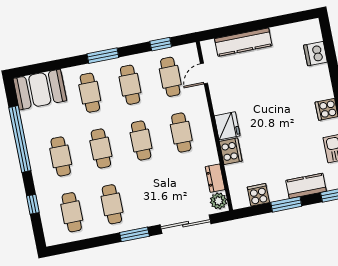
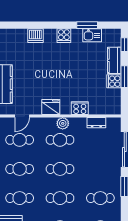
dishwasher: (315, 54) -> (35, 36), moved
door: (204, 74) -> (22, 116), hinge flipped
fridge: (227, 126) -> (51, 107), moved
cooker: (258, 195) -> (114, 81), moved
plant: (218, 201) -> (63, 123), moved

